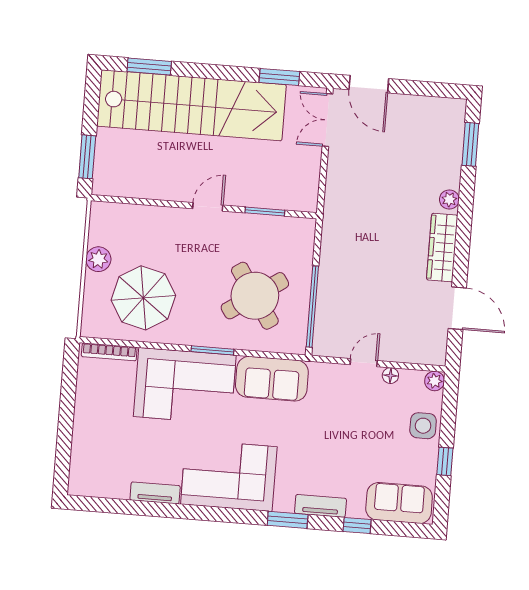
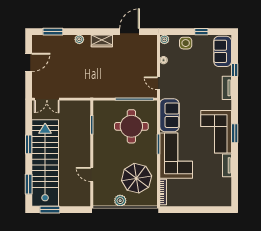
window: (279, 77) -> (29, 144), moved
door: (369, 84) -> (29, 62), moved
window: (87, 157) -> (50, 210), moved
door: (208, 207) -> (92, 174), moved
wardrobe: (442, 248) -> (102, 41), width x0.67
round table: (255, 296) -> (131, 126), turned 34
door: (364, 363) -> (158, 83), moved
window: (288, 520) -> (235, 133), moved

